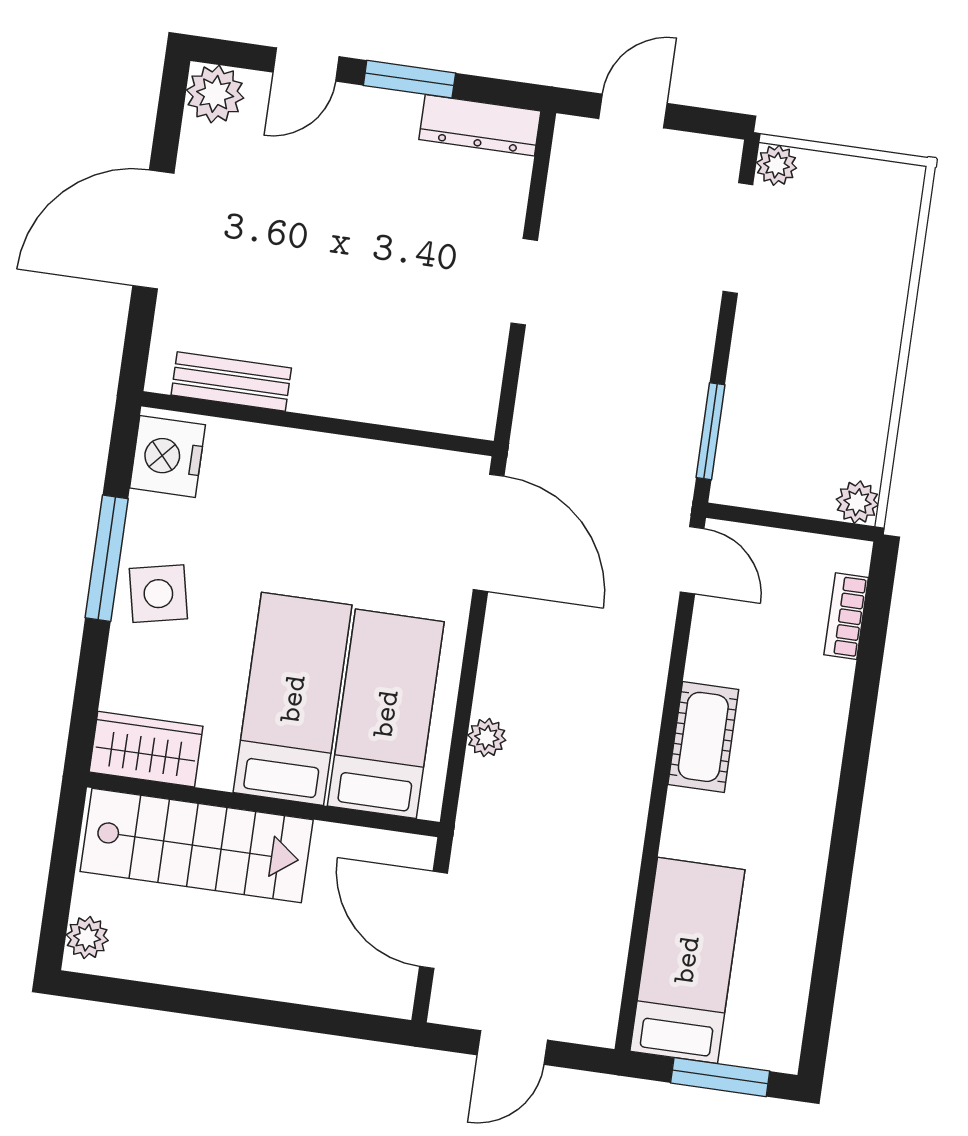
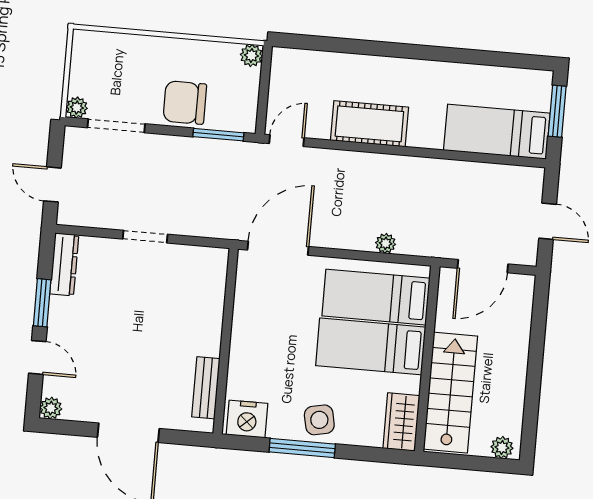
plant: (215, 94) -> (51, 408), width x0.73, depth x0.73
chair: (775, 371) -> (185, 103), added
bookcase: (846, 616) -> (312, 58), removed
cot: (703, 737) -> (369, 124), width x1.37, depth x1.34

